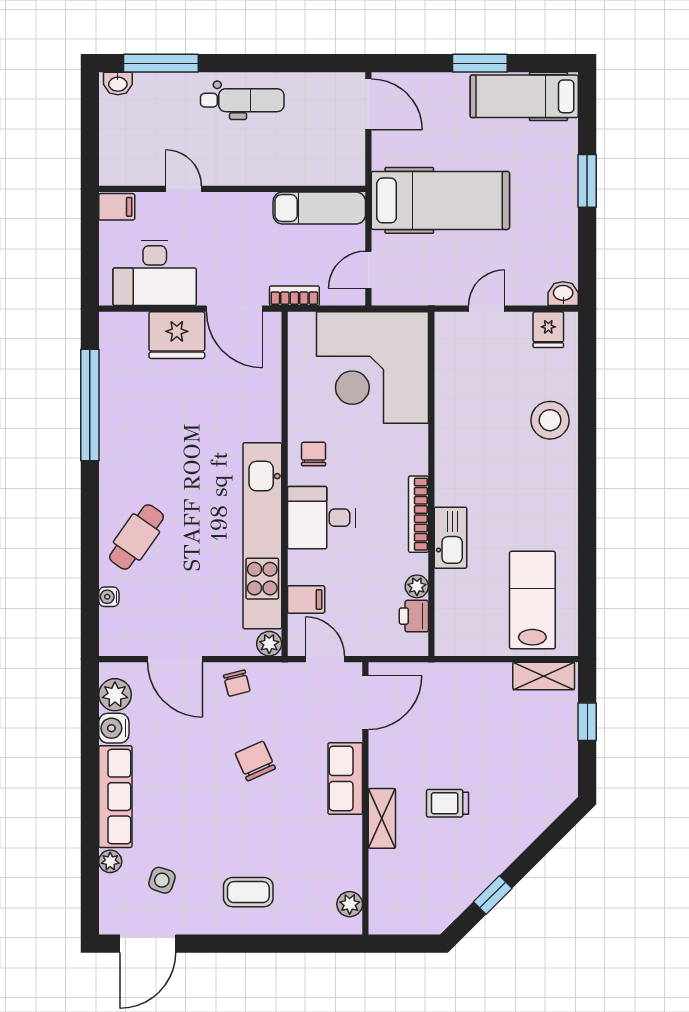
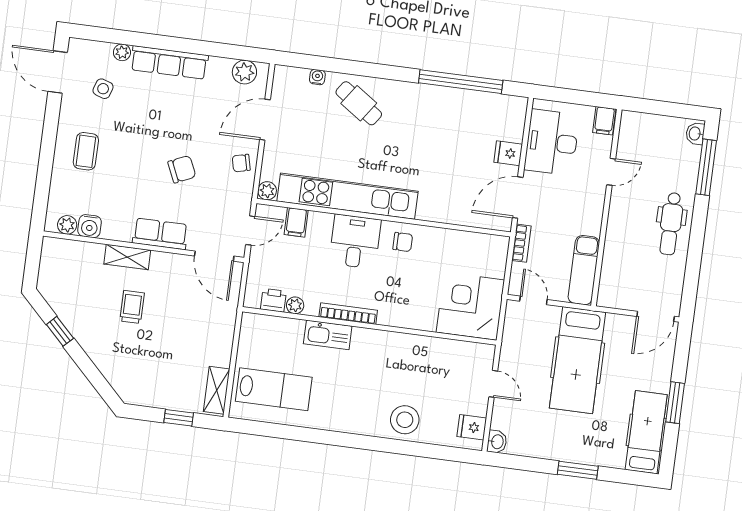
fridge: (177, 335) -> (508, 153), width x0.53, depth x0.75
corner desk: (372, 368) -> (470, 306), width x0.74, depth x0.74
water cooler: (114, 728) -> (90, 226), moved, turned 180

